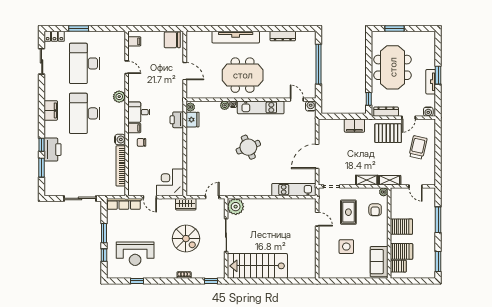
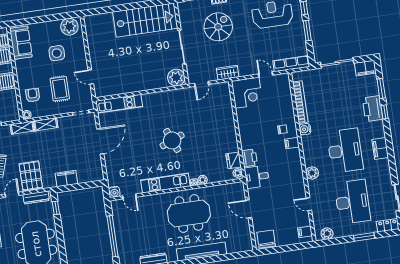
plant: (113, 37) -> (327, 234), added
chair: (172, 40) -> (266, 239), turned -90
desk: (139, 112) -> (257, 177), moved, turned 180
pallet: (388, 133) -> (31, 176), turned 90
filing cabinet: (54, 189) -> (365, 68), added
spiral stairs: (186, 239) -> (218, 27), moved, turned 90
plant: (330, 270) -> (69, 27), added

